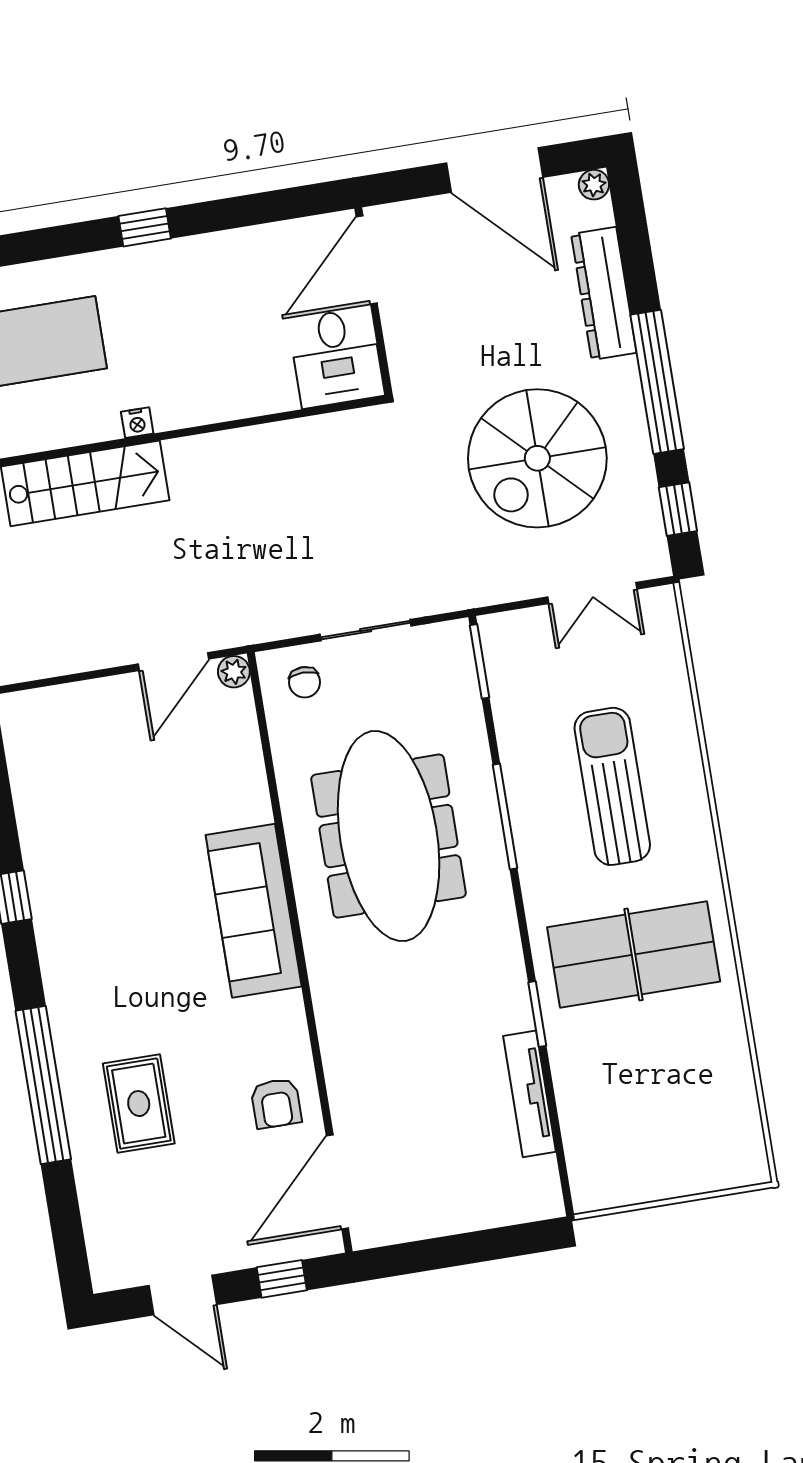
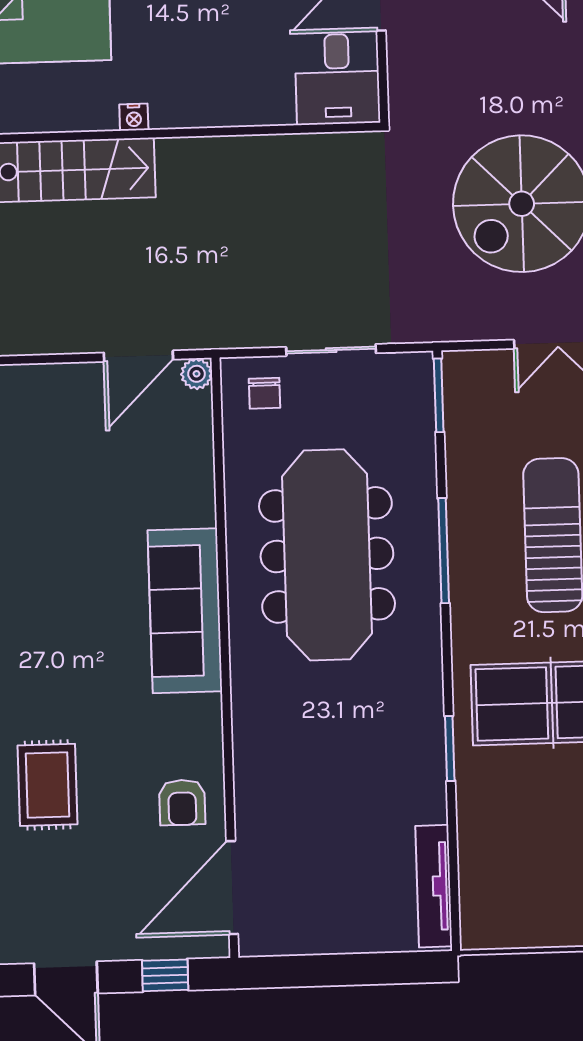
tv unit: (530, 1094) -> (434, 886), moved

